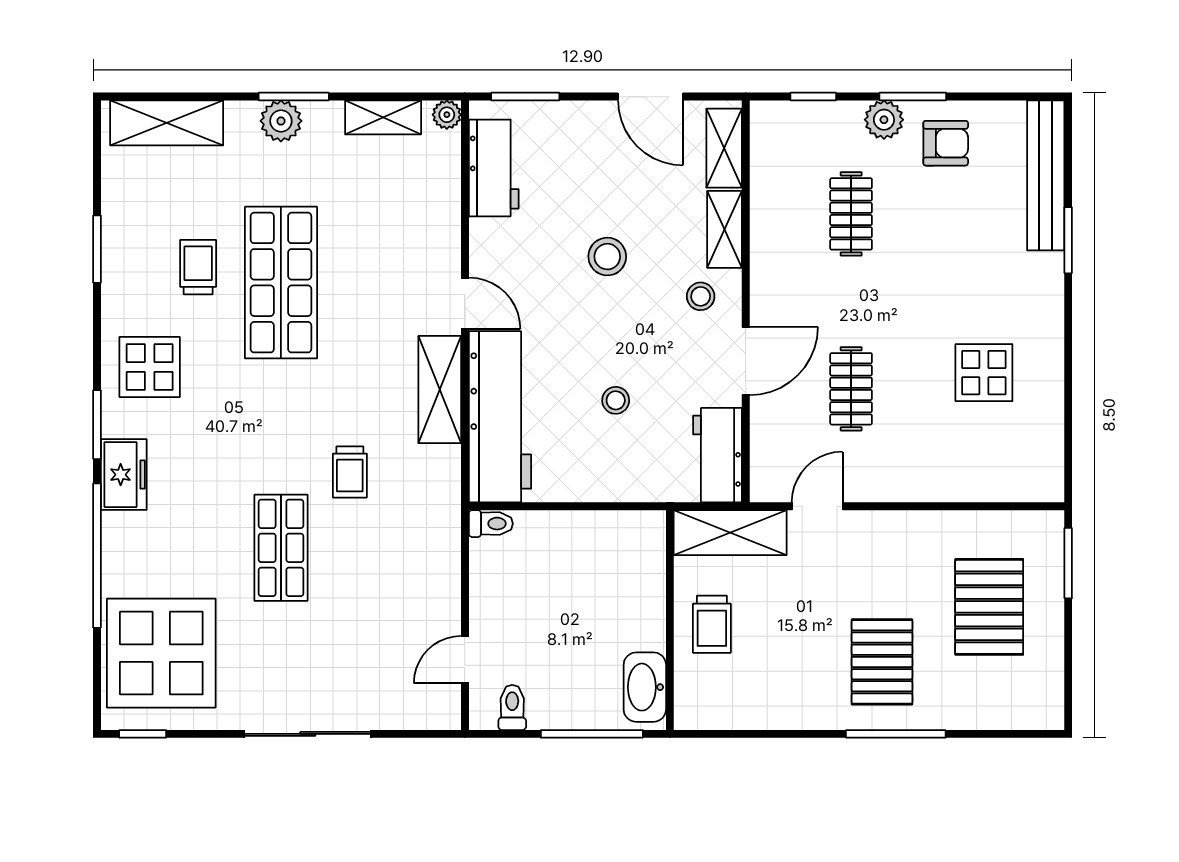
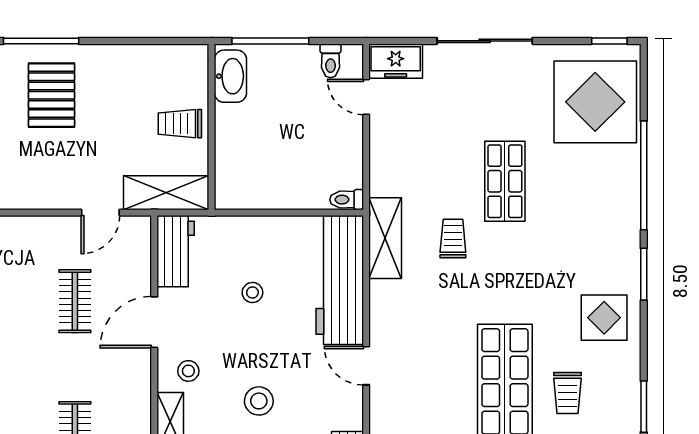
shelving: (440, 390) -> (385, 238), moved
freezer: (124, 475) -> (396, 61), moved, turned -90
trolley: (712, 624) -> (180, 124), turned -90
door: (465, 660) -> (366, 97), swing flipped

